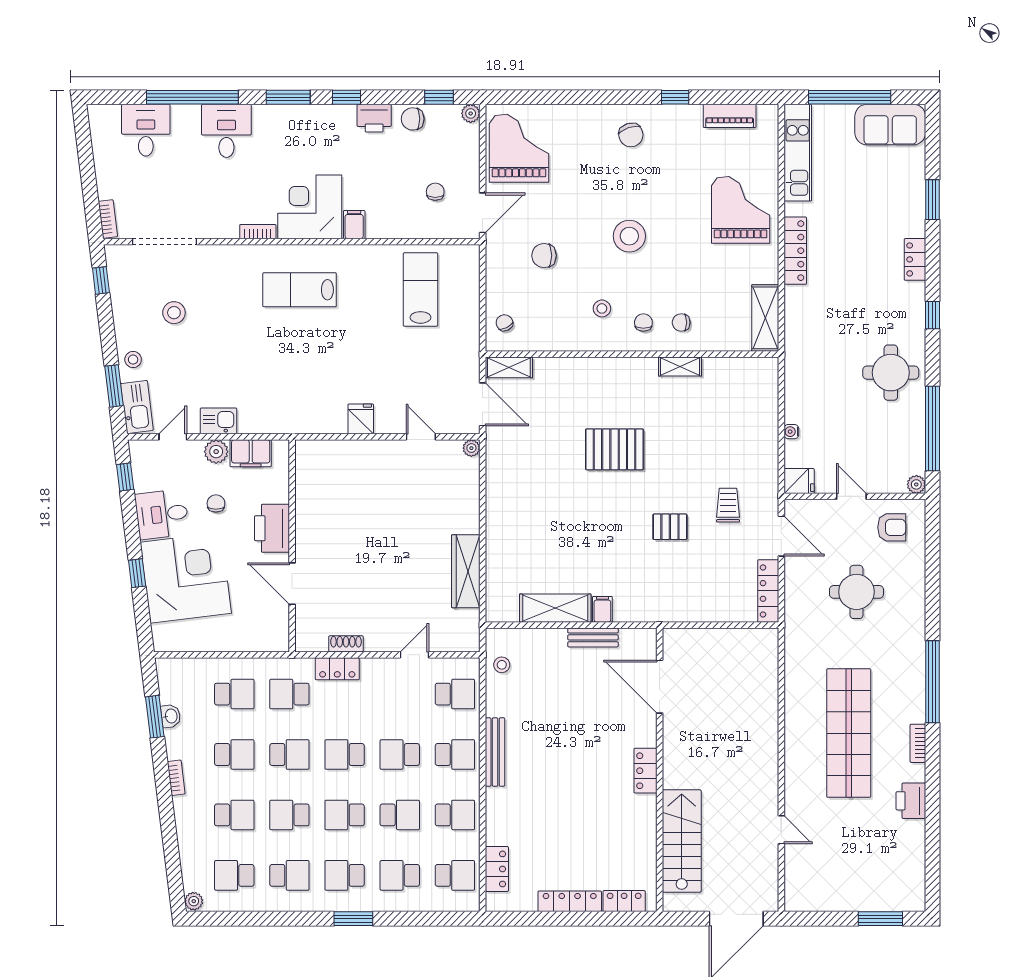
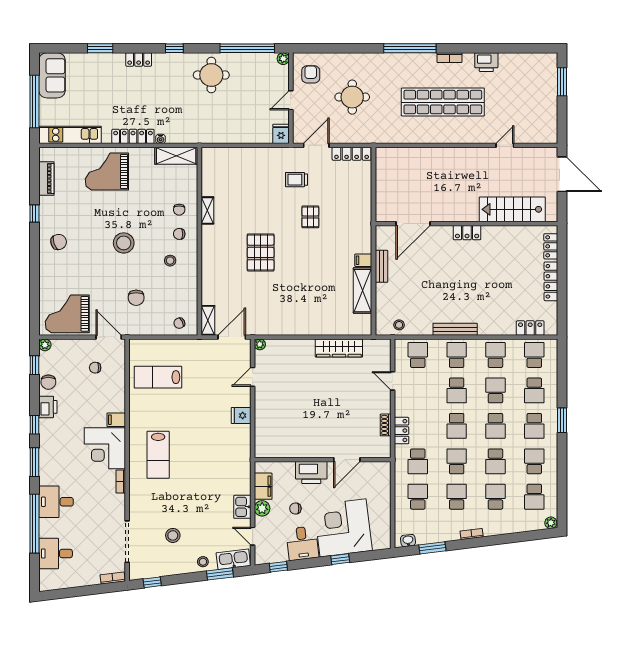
water cooler: (791, 432) -> (161, 139), moved
washbasin: (171, 716) -> (408, 540), moved

